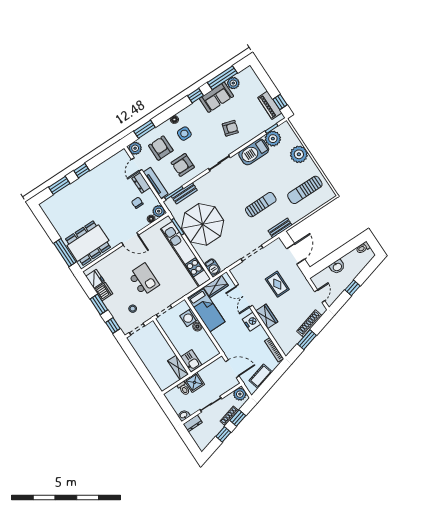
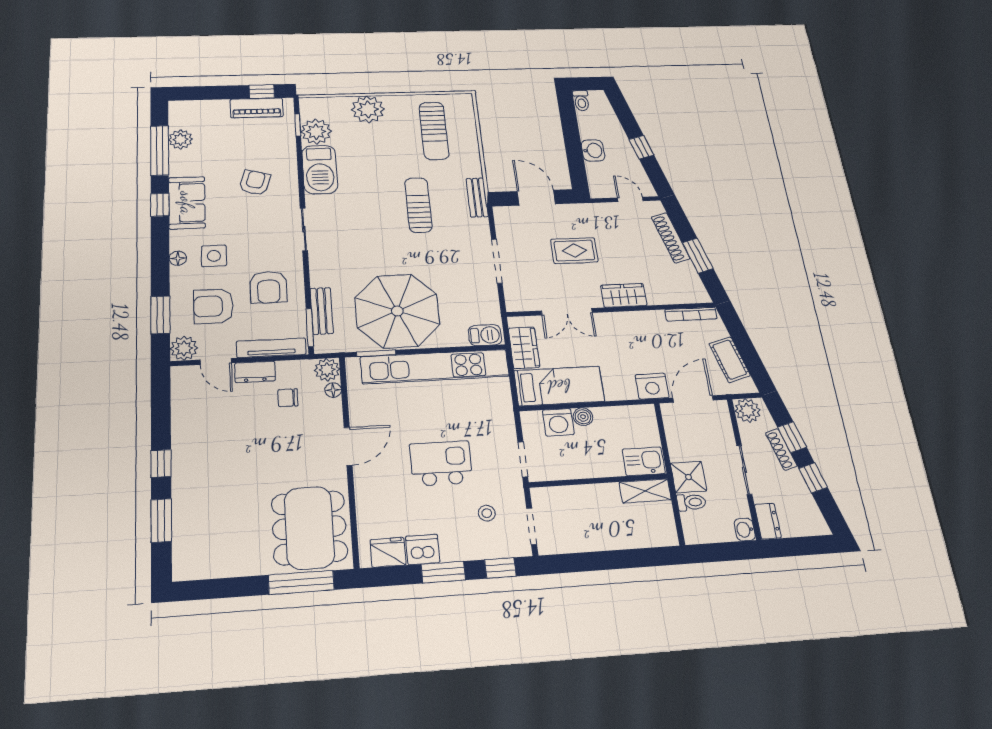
sofa: (216, 97) -> (187, 203), moved
nightstand: (252, 322) -> (652, 386), moved, turned 180

